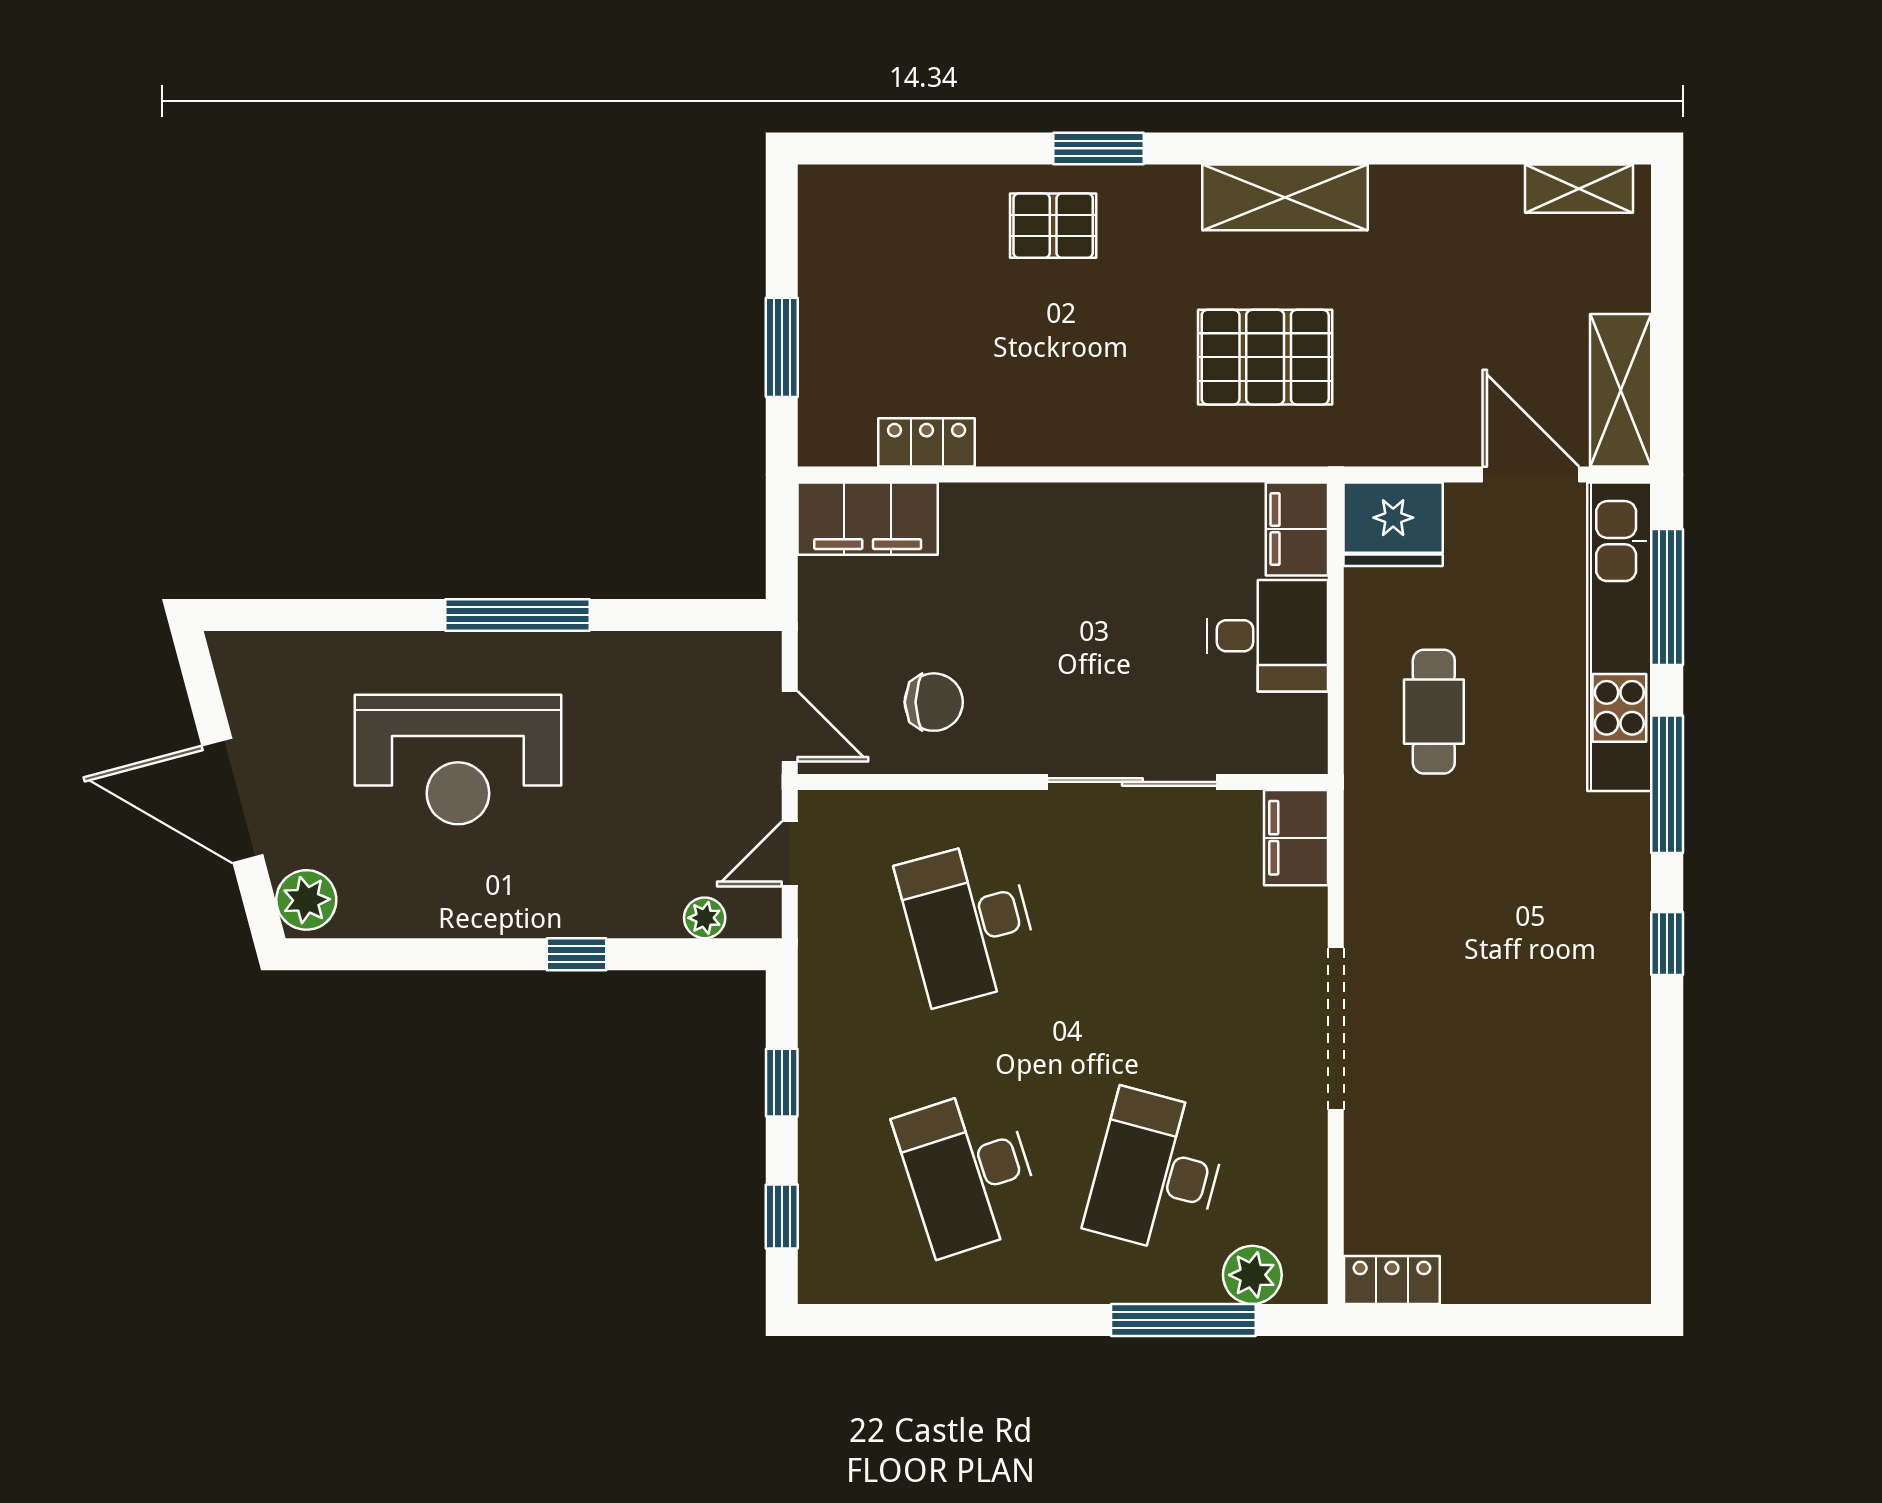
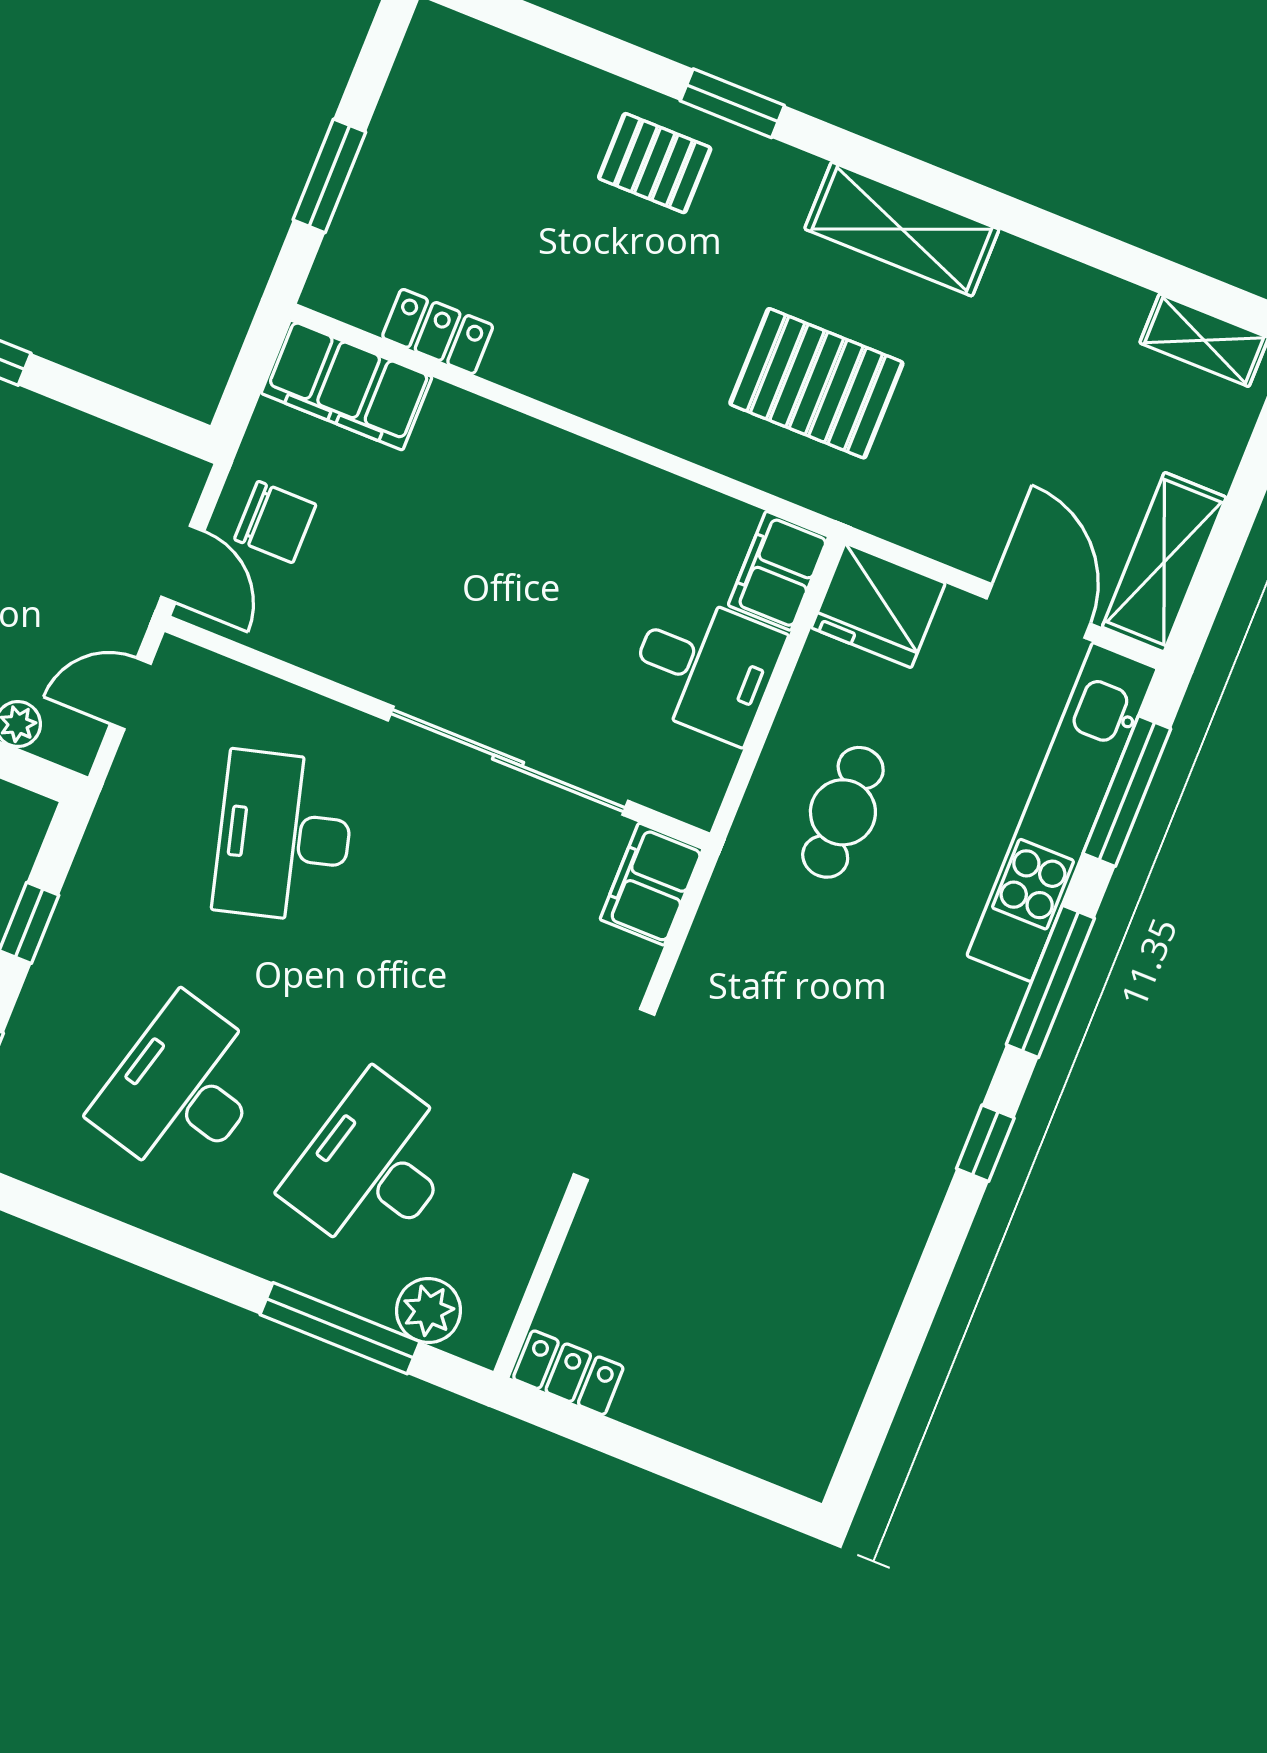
chair: (934, 702) -> (275, 522), moved
sliding door: (1132, 782) -> (508, 761), width x1.36
desk: (969, 1172) -> (183, 1090), turned 33

